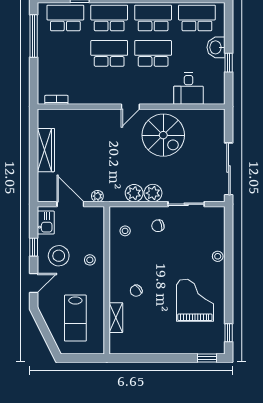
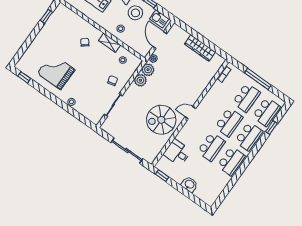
school desk: (197, 18) -> (246, 98), moved
window: (34, 36) -> (258, 79), moved
window: (229, 63) -> (162, 176), moved
door: (130, 107) -> (190, 113), hinge flipped
sliding door: (229, 169) -> (127, 151), moved
plant: (153, 193) -> (148, 70), moved
door: (70, 204) -> (160, 40), swing flipped
grand piano: (195, 300) -> (56, 71), turned 180
shelving: (116, 318) -> (110, 43), moved
window: (207, 358) -> (46, 16), moved

